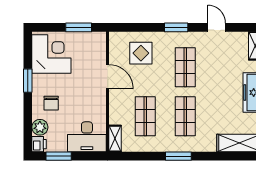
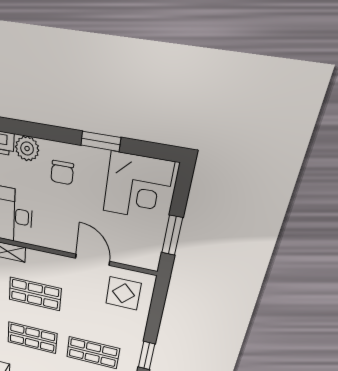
display table: (141, 53) -> (123, 293), moved
door: (108, 77) -> (93, 260), swing flipped
chair: (51, 103) -> (62, 173), turned -90

